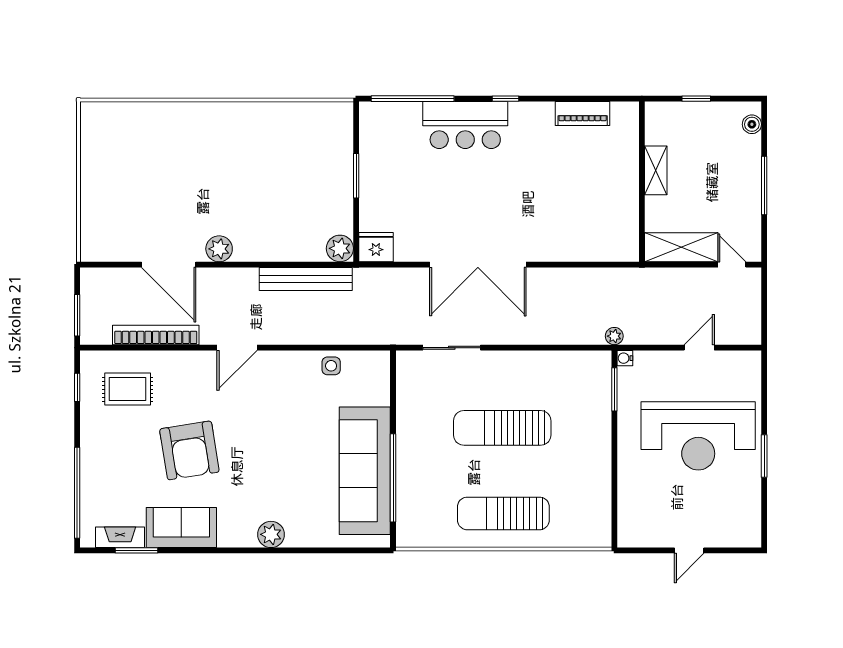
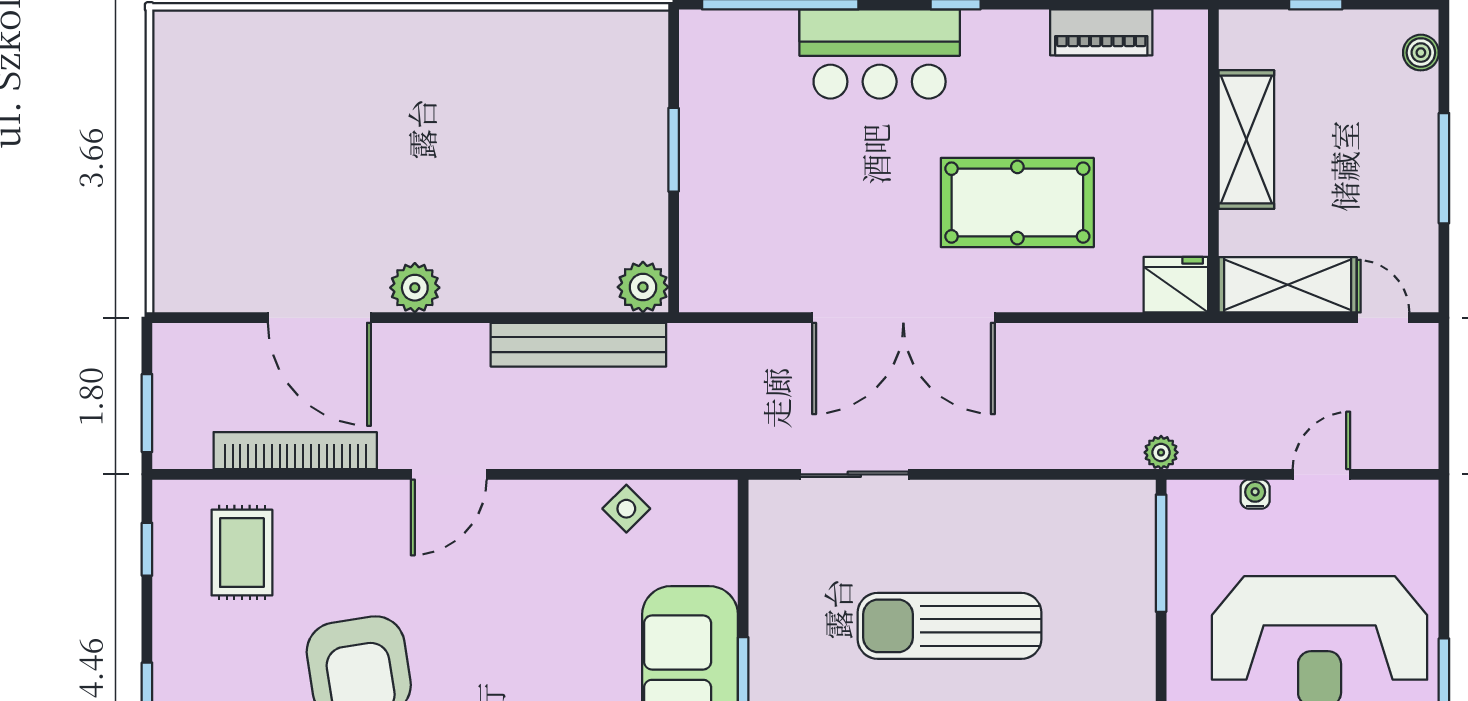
shelving: (656, 170) -> (1246, 140), width x1.50, depth x1.33
pool table: (538, 204) -> (1017, 203), added
fridge: (376, 247) -> (1176, 285), moved
water cooler: (625, 358) -> (1255, 494), moved, turned 90
side table: (331, 366) -> (626, 509), turned 45
rug: (128, 389) -> (242, 553), turned 90
window: (614, 389) -> (1161, 553), width x1.44

